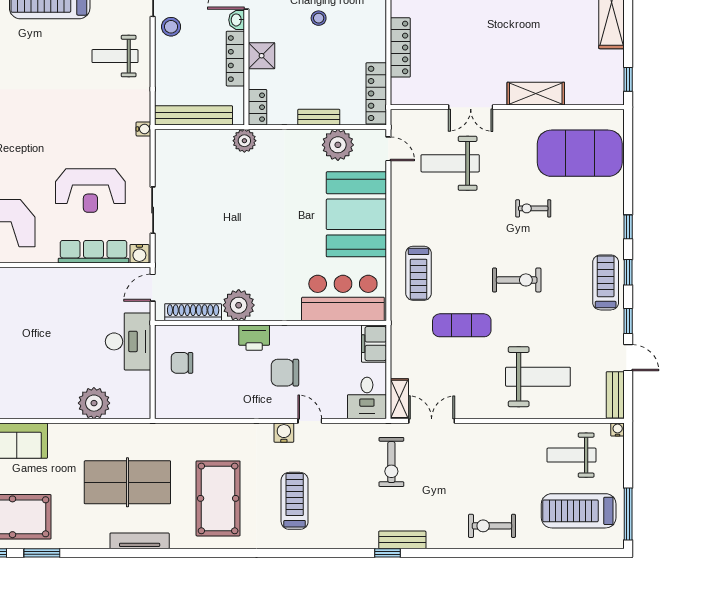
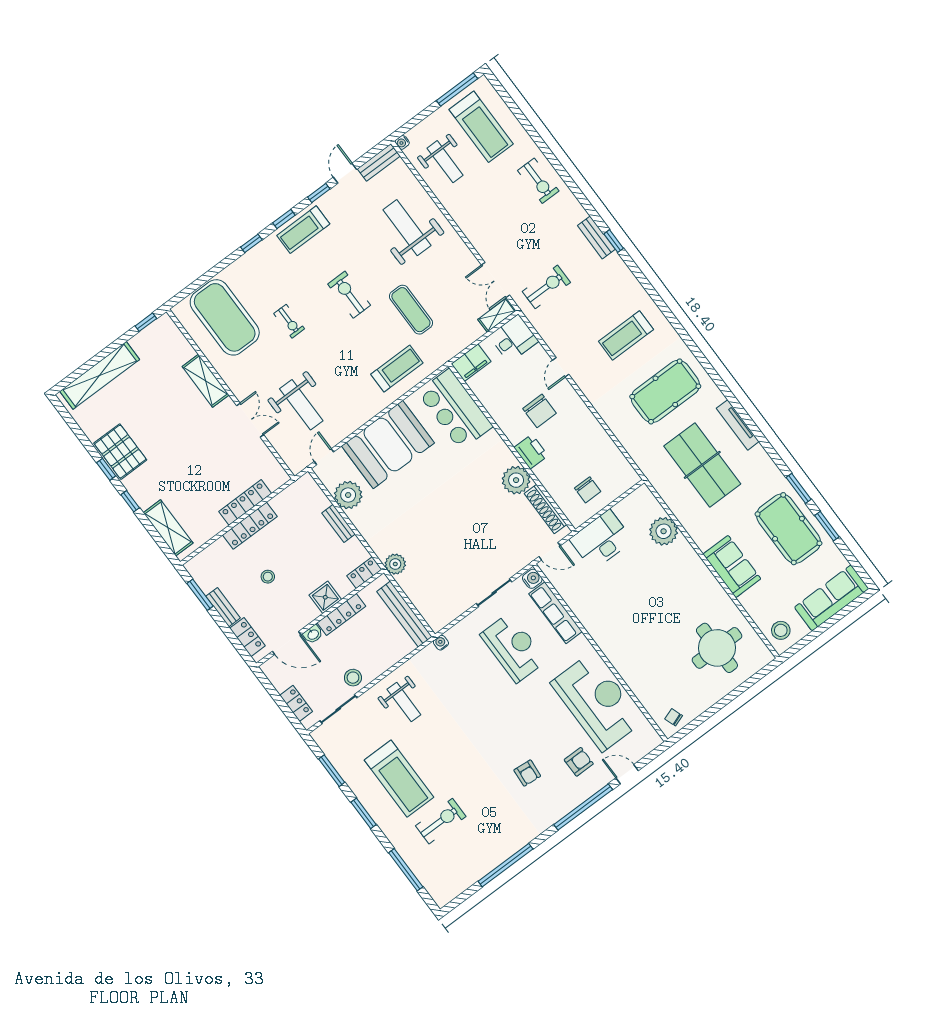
locker: (376, 93) -> (250, 526), moved
water cooler: (284, 433) -> (583, 380), removed

